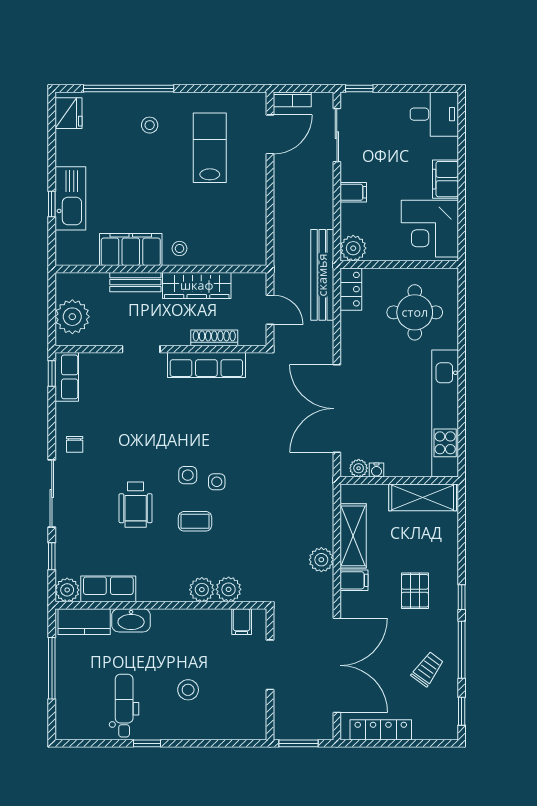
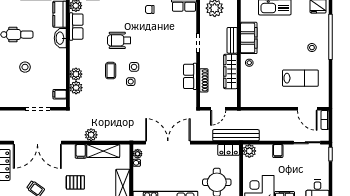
row of seats: (206, 365) -> (190, 76), width x0.68

